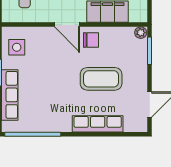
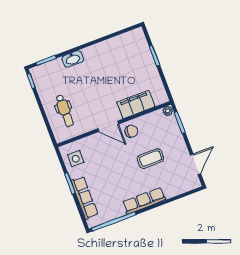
coffee table: (101, 79) -> (150, 158), width x0.73, depth x0.76
row of seats: (98, 124) -> (144, 201), moved

